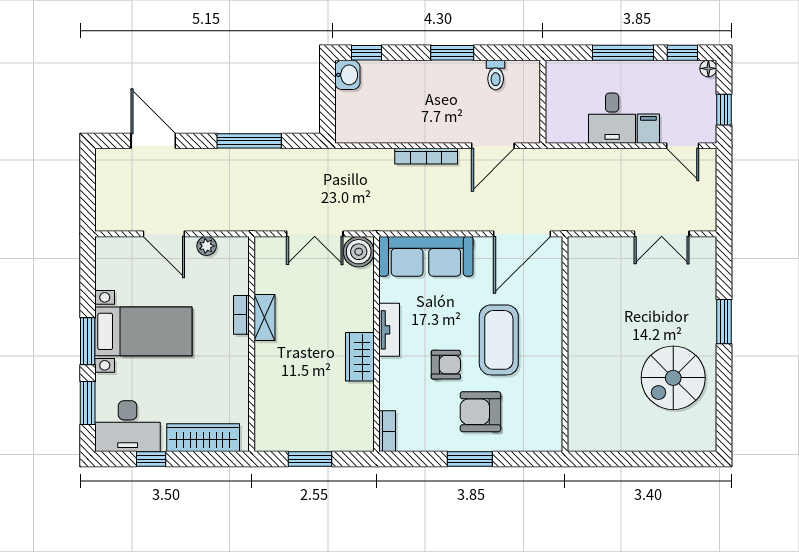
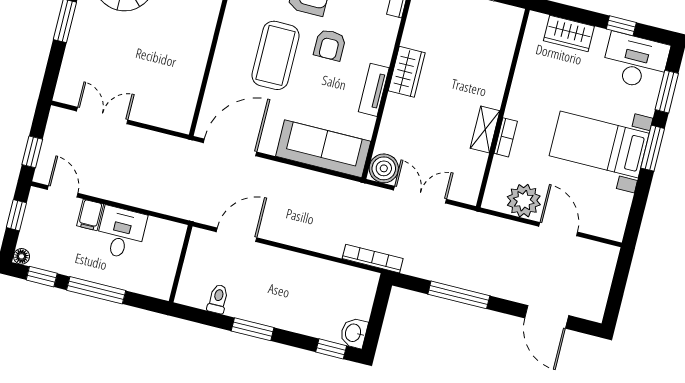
bookcase: (426, 156) -> (373, 259), moved
window: (724, 179) -> (32, 152), added
plant: (207, 246) -> (524, 201), width x1.87, depth x1.87
armchair: (446, 365) -> (330, 45), turned -90
wardrobe: (203, 438) -> (569, 33), width x0.67

